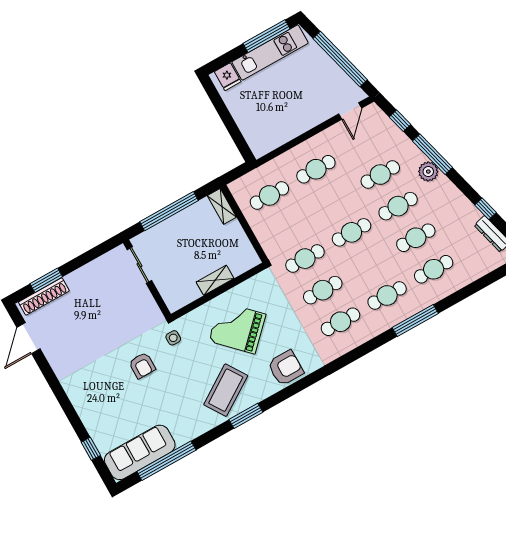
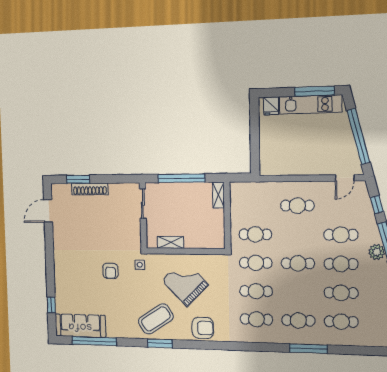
cafe table: (269, 195) -> (255, 234), moved
shelving: (215, 280) -> (170, 242), moved
shoe rack: (44, 297) -> (90, 189), moved

